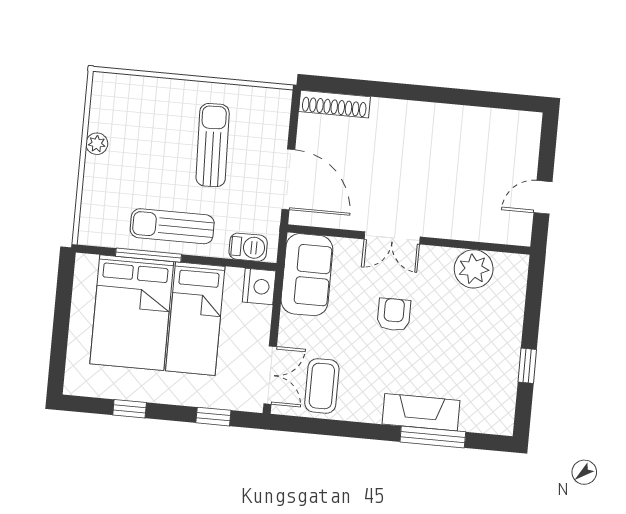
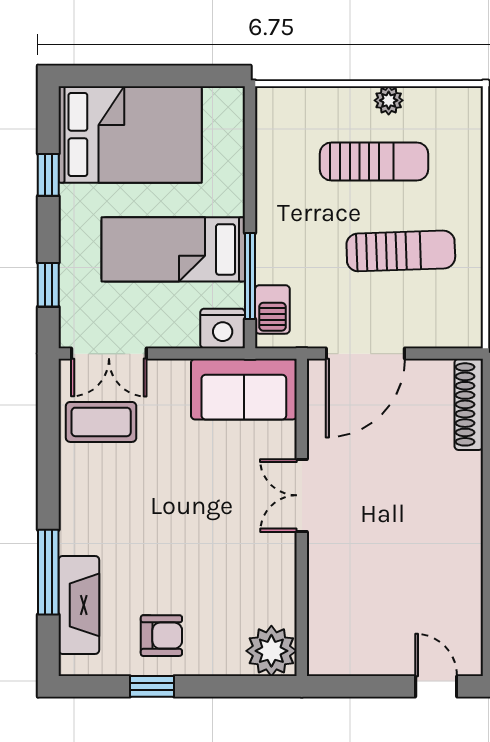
door: (543, 197) -> (436, 686), moved
sun lounger: (172, 226) -> (374, 161), moved, turned 90
window: (148, 255) -> (250, 276), moved
plant: (474, 269) -> (271, 651), moved
bed: (132, 313) -> (130, 134), moved, turned 180
armchair: (394, 315) -> (161, 636), moved
fireplace: (421, 412) -> (79, 605), moved

